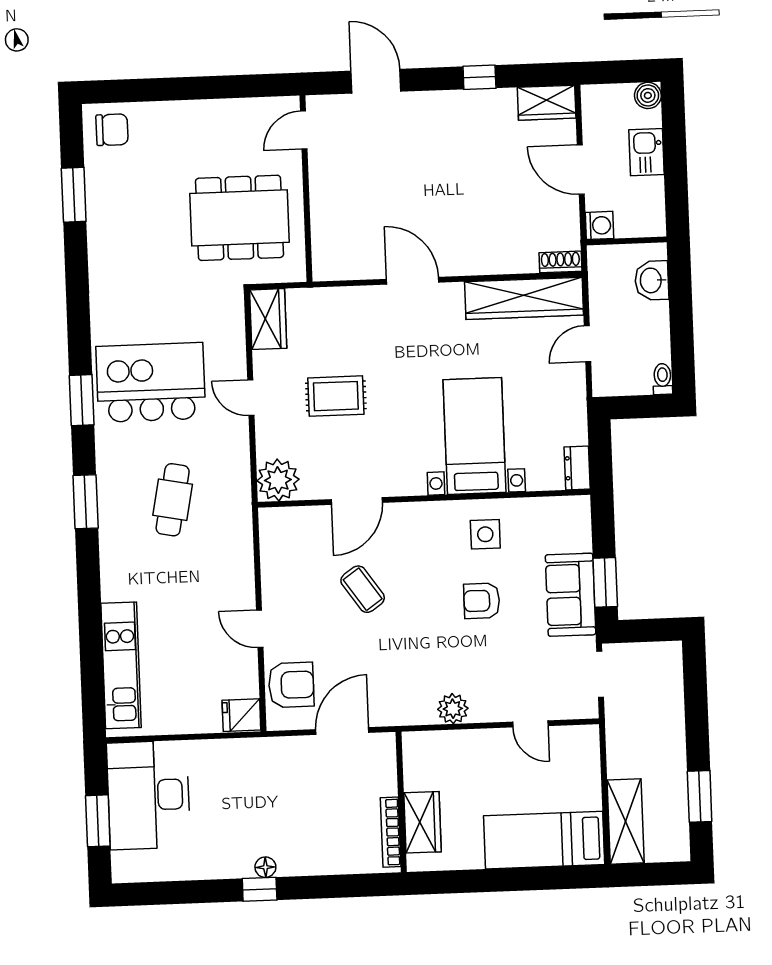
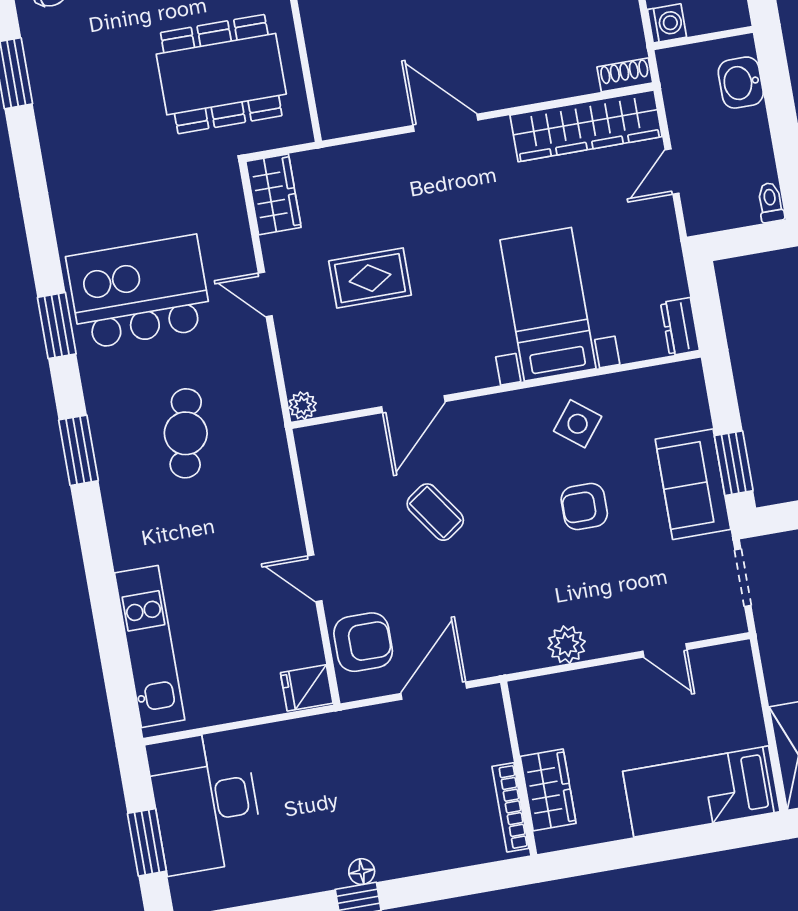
plant: (278, 480) -> (303, 406), width x0.53, depth x0.53
side table: (485, 534) -> (578, 424), turned 38

